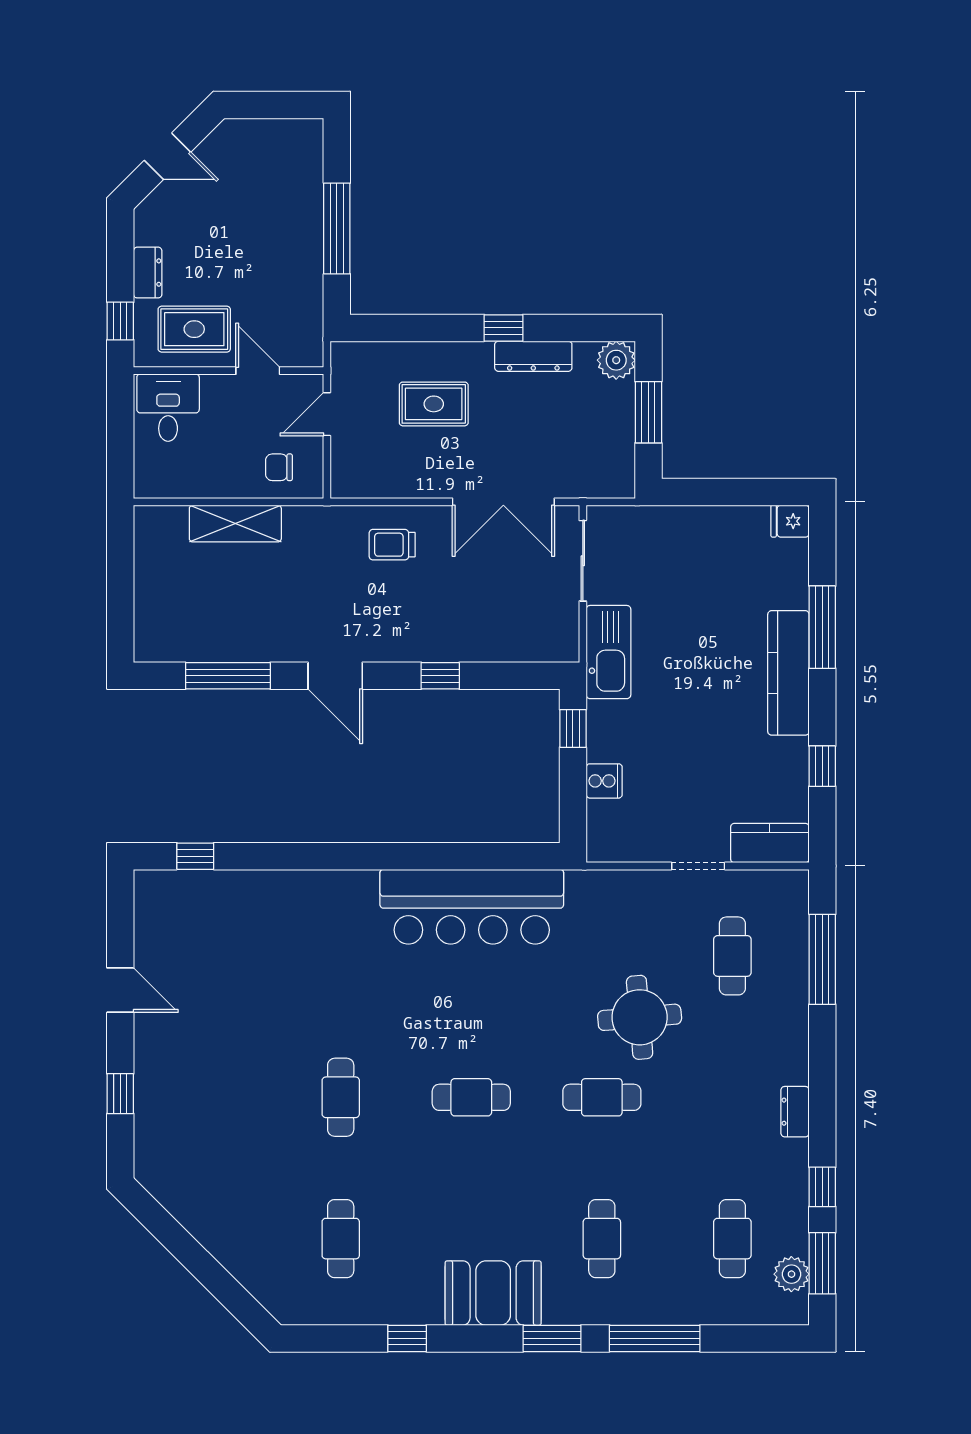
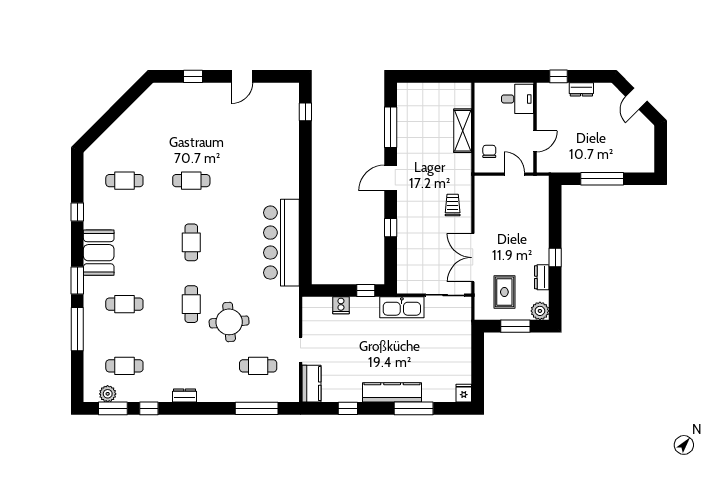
rug: (194, 329) -> (555, 111), removed
dresser: (533, 356) -> (542, 277), width x0.70
rug: (434, 404) -> (504, 292), moved

